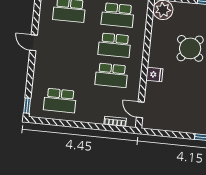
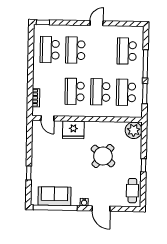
school desk: (63, 70) -> (75, 50), added
fridge: (154, 75) -> (73, 130), width x1.88, depth x1.34
door: (140, 110) -> (47, 118), swing flipped

